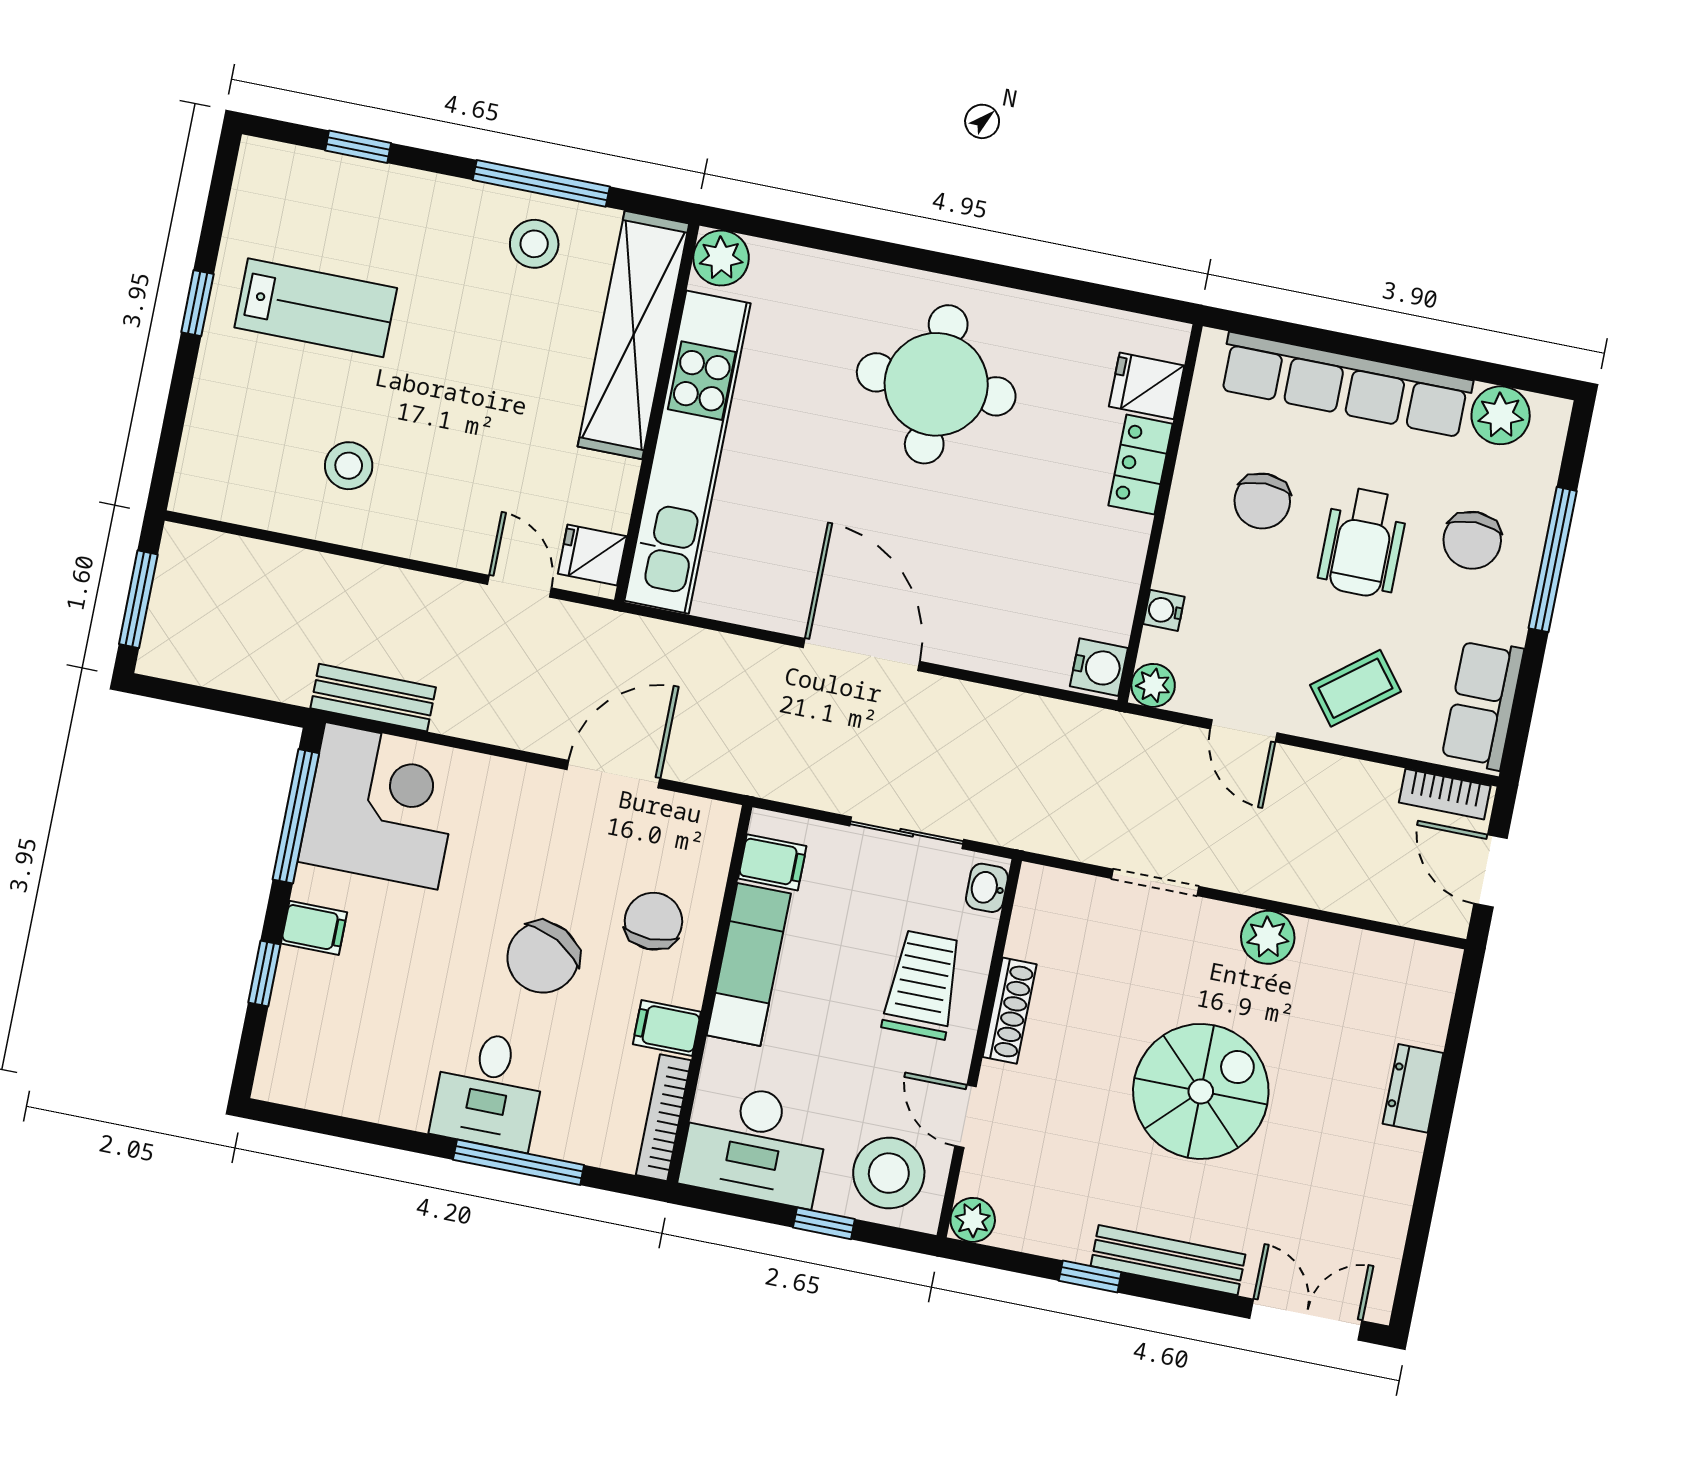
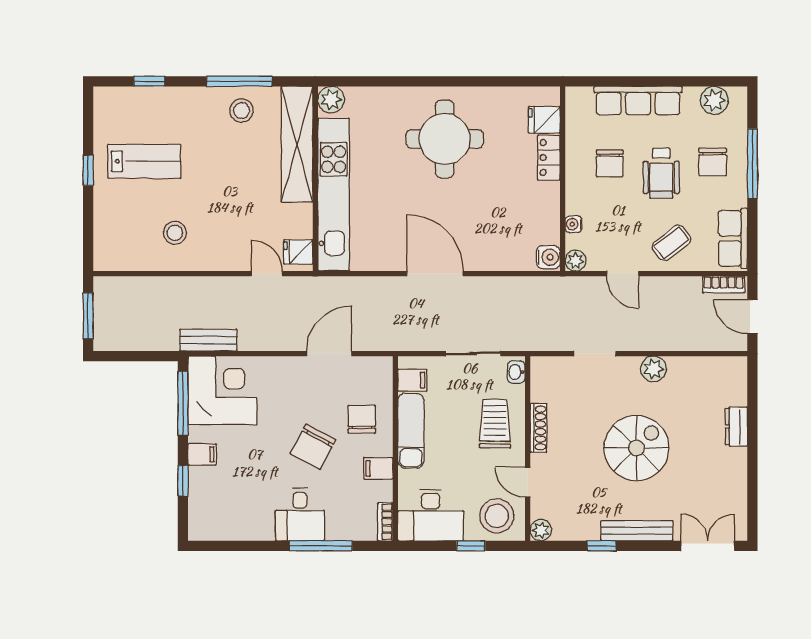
row of seats: (1346, 385) -> (638, 101), width x0.73
bookcase: (664, 1118) -> (385, 522), width x0.64

